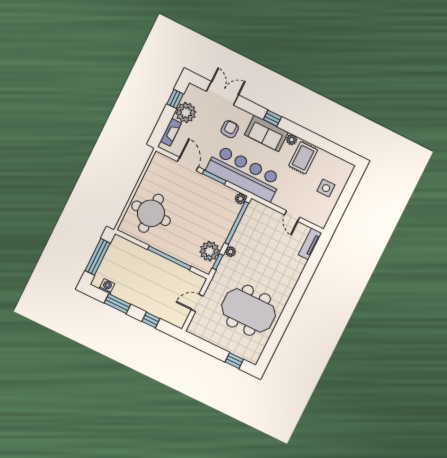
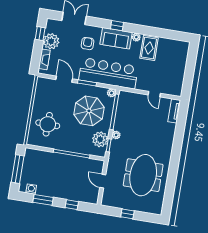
side table: (326, 188) -> (173, 65), removed
parasol: (206, 212) -> (89, 111), added
round table: (151, 213) -> (48, 124), width x0.73, depth x0.73
door: (197, 303) -> (103, 181), hinge flipped
meeting table: (249, 310) -> (143, 175), turned 90
window: (234, 361) -> (127, 214), moved

